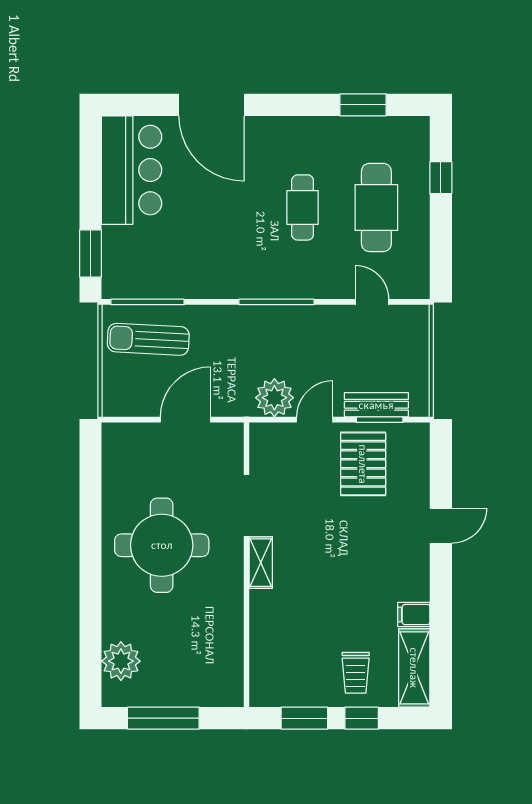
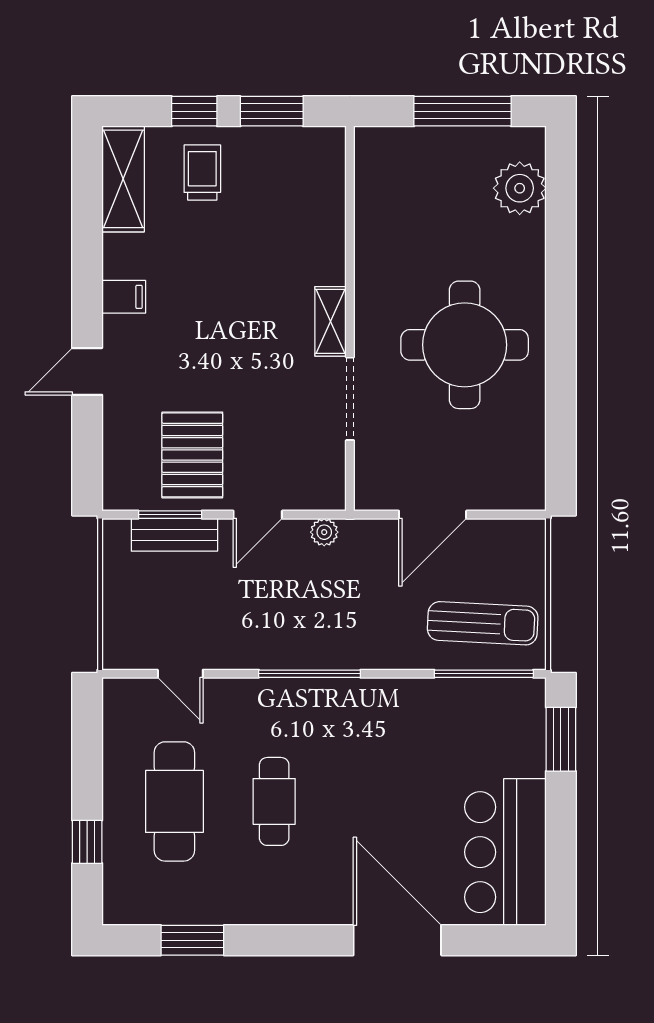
plant: (274, 398) -> (324, 532), width x0.53, depth x0.53
filing cabinet: (414, 615) -> (124, 297), moved

